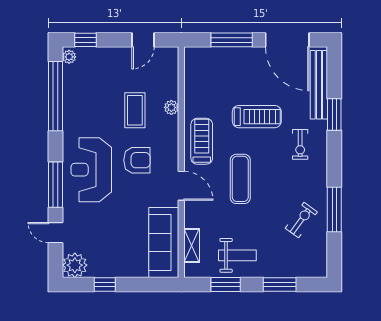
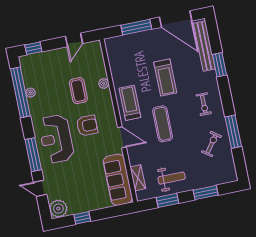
plant: (69, 57) -> (30, 93), moved
treadmill: (257, 117) -> (165, 78), turned 90
exercise bike: (300, 144) -> (204, 104), moved

